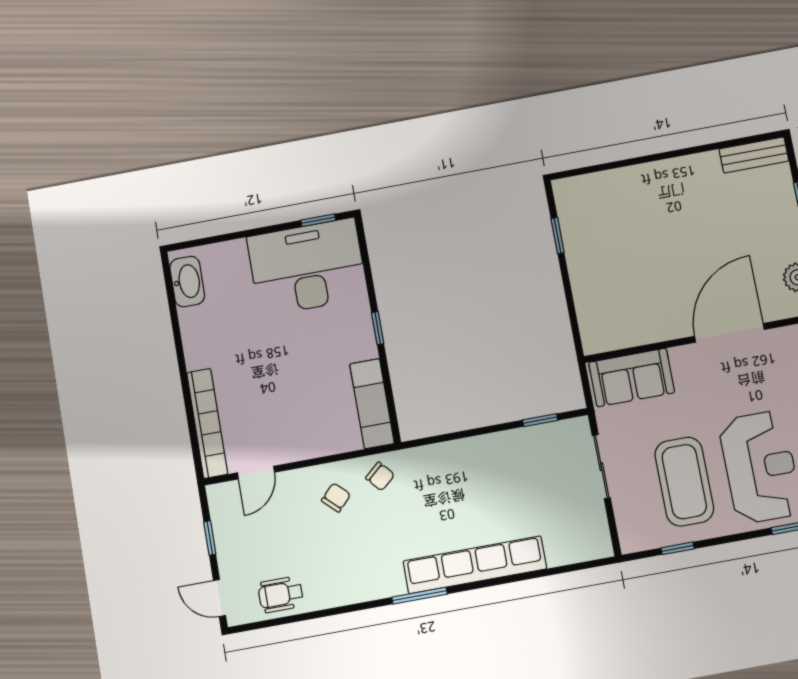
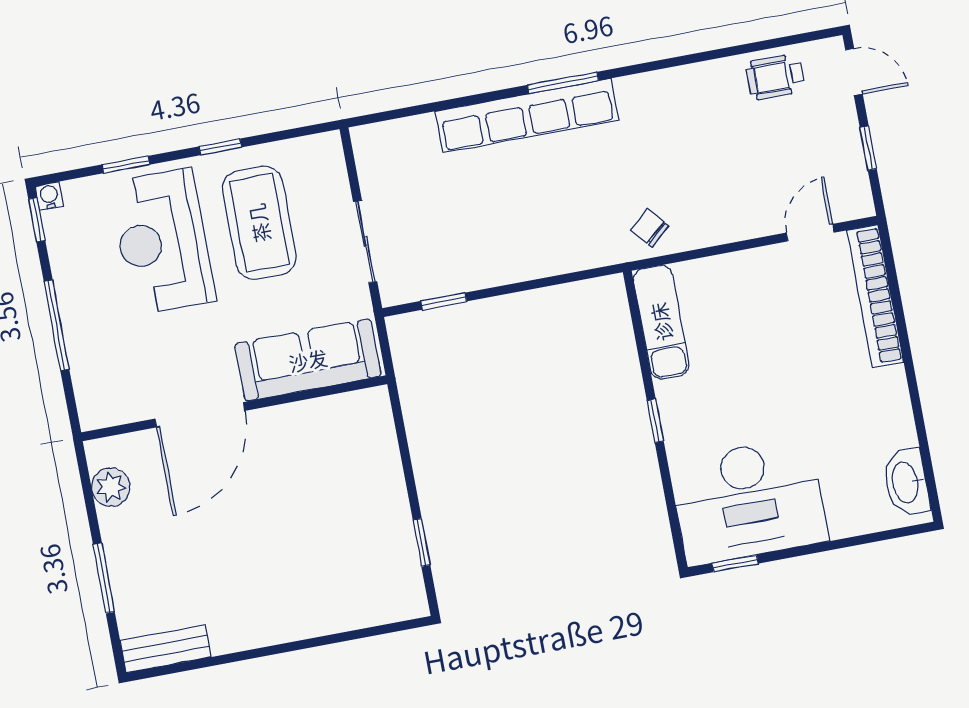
sofa: (632, 377) -> (308, 360), width x1.36
chair: (336, 498) -> (706, 201), removed
window: (678, 548) -> (220, 147), moved
wheelchair: (281, 594) -> (775, 77), turned 180
window: (419, 596) -> (563, 83), moved

